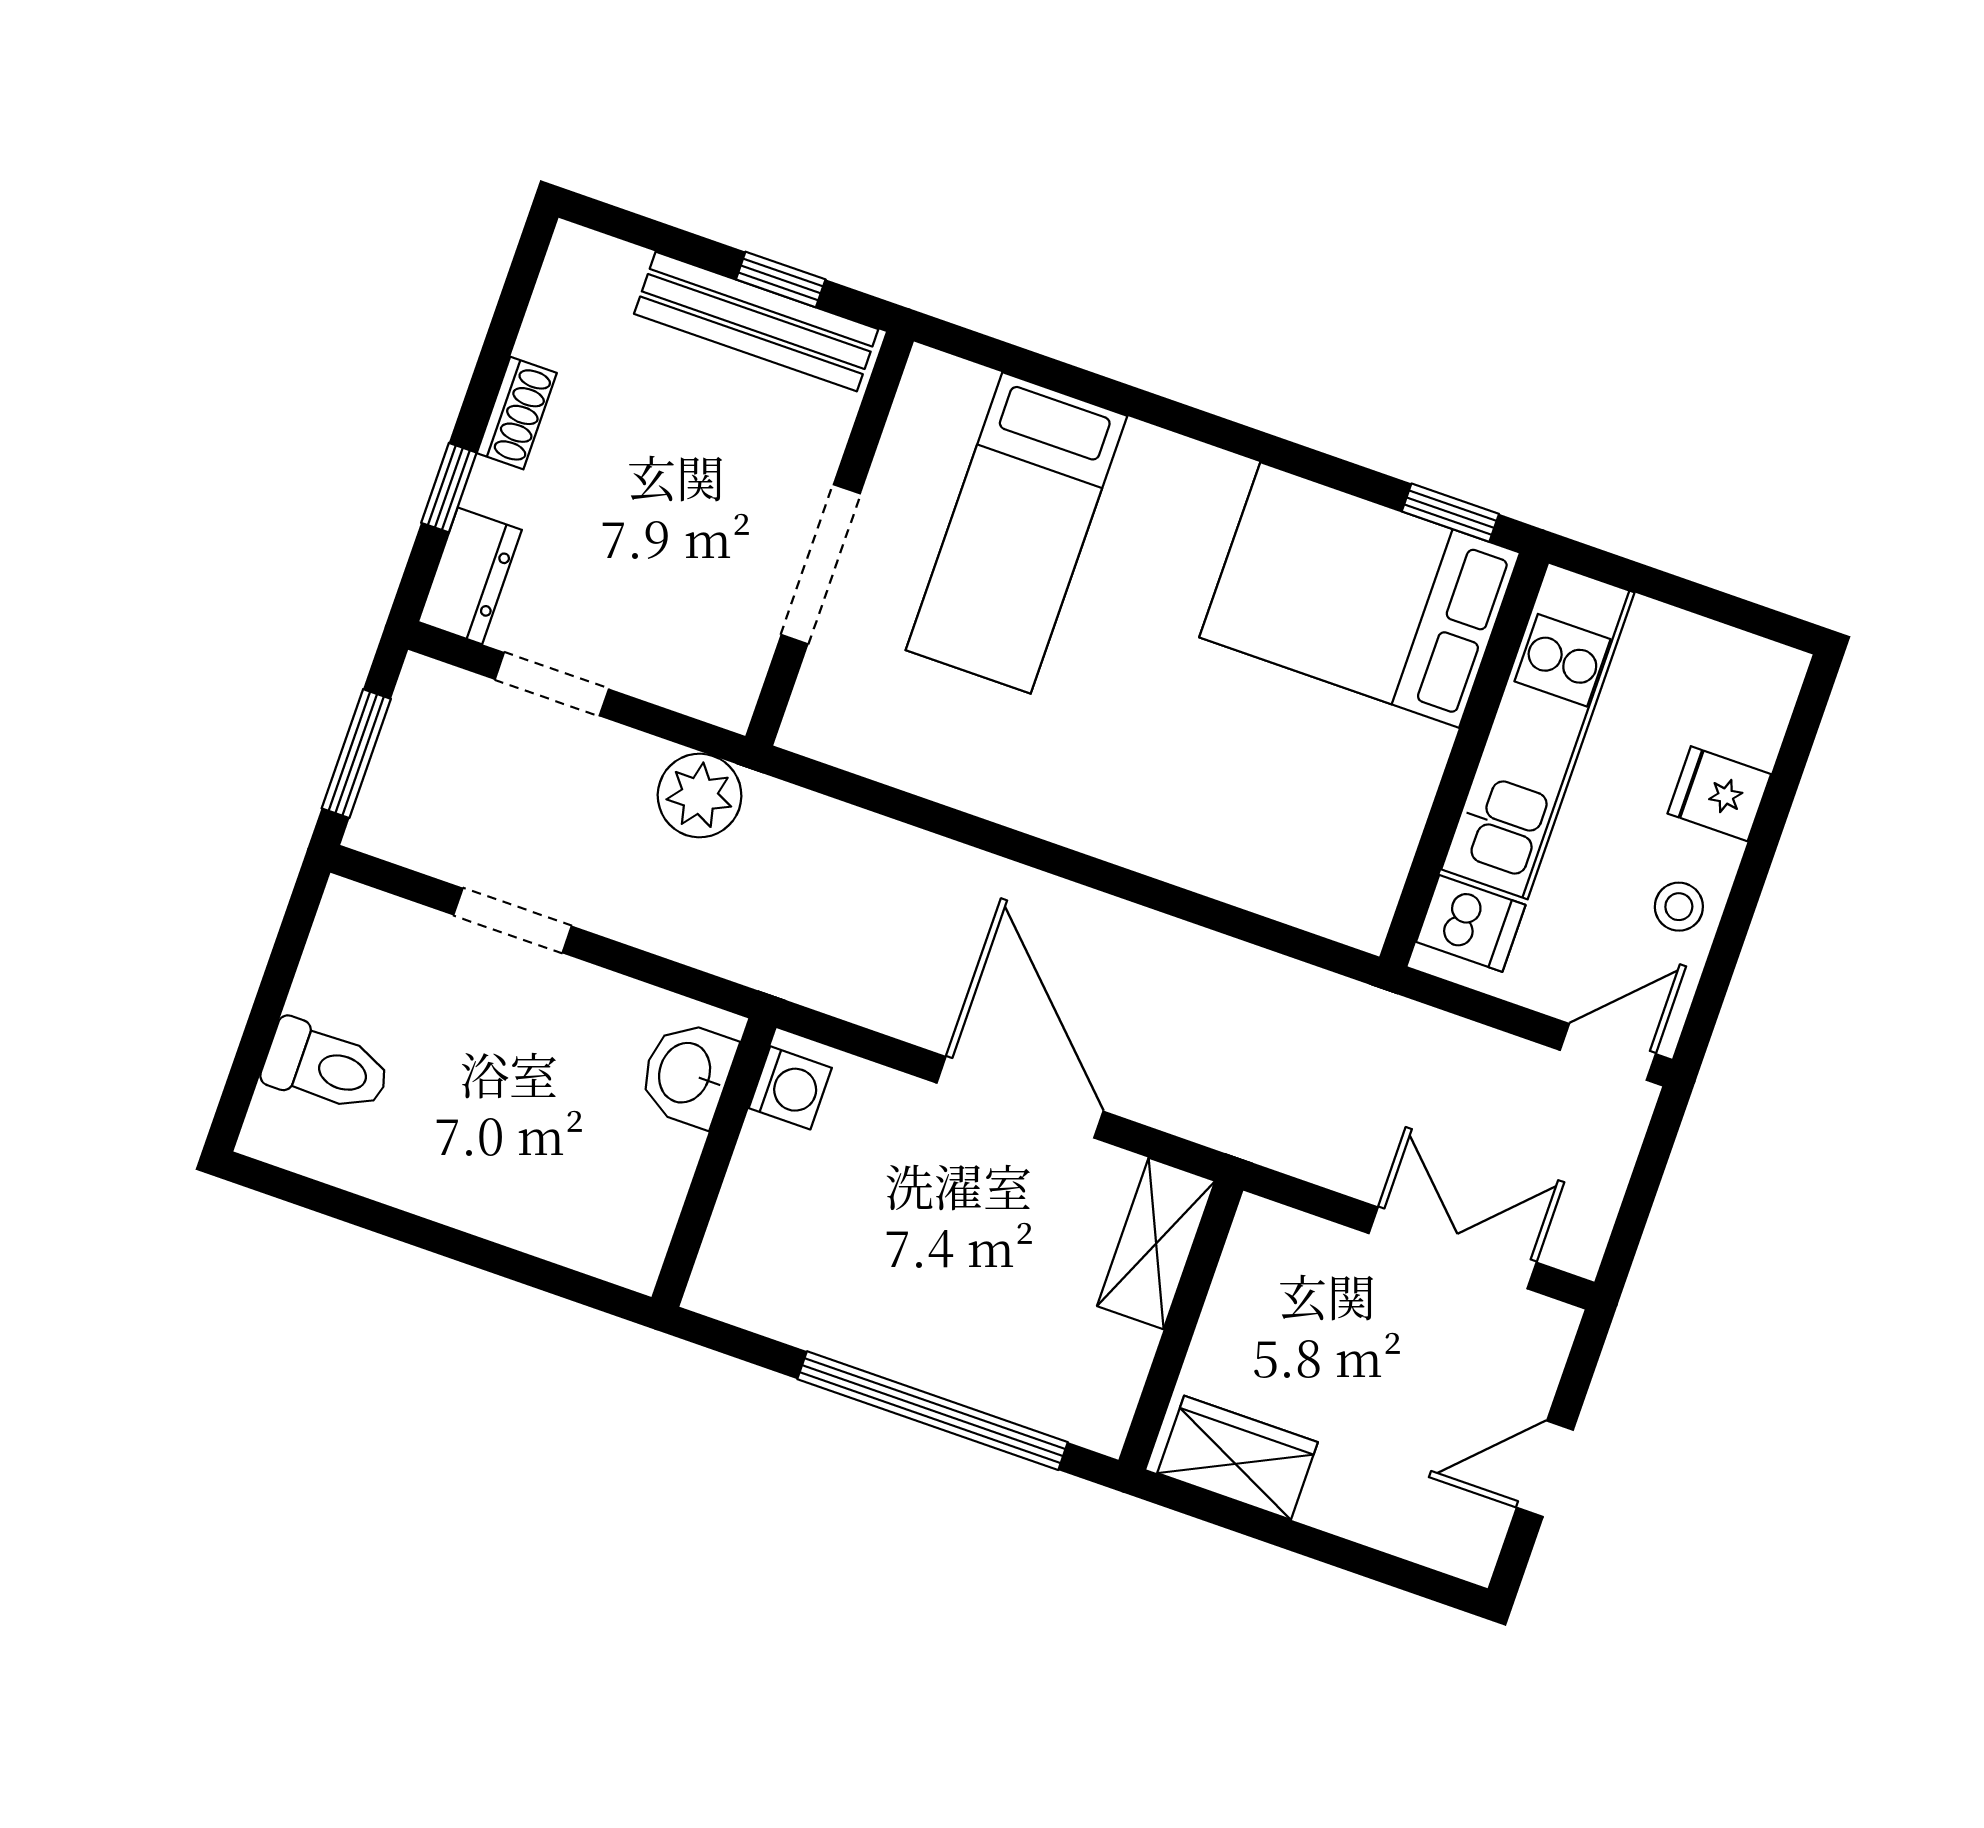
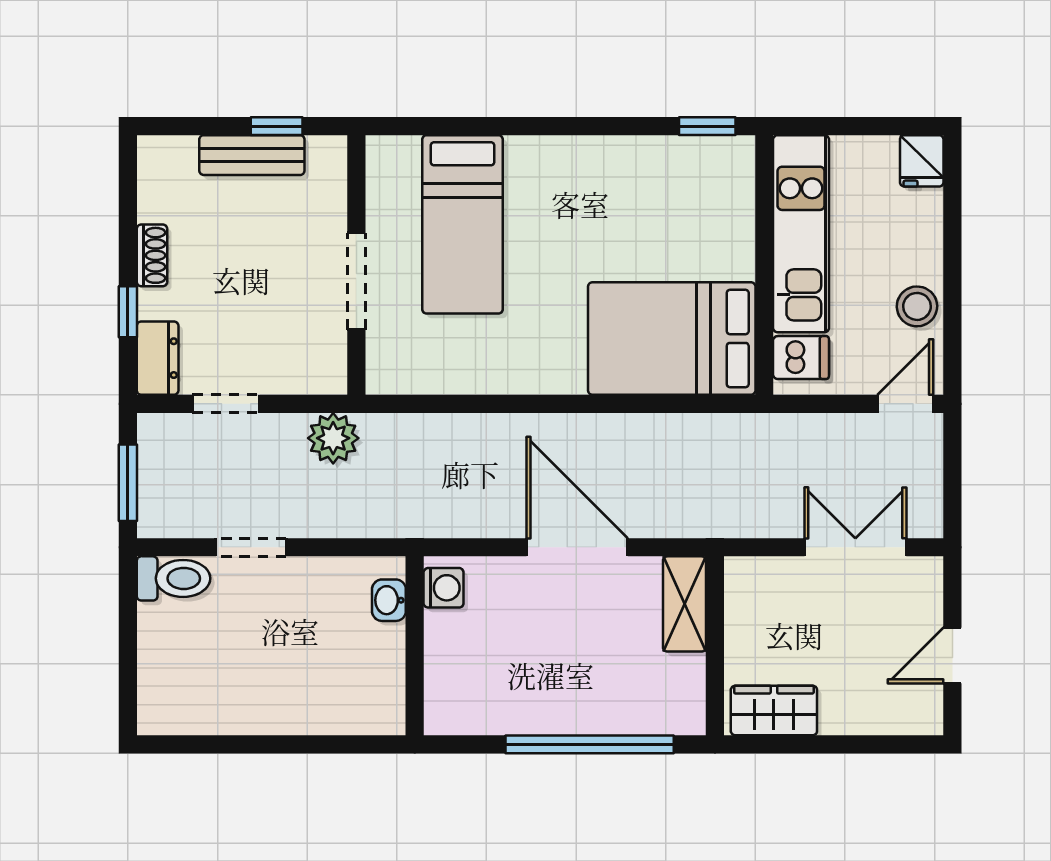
bench: (756, 322) -> (252, 155), width x0.73
bed: (1360, 595) -> (672, 339), moved
fridge: (1719, 794) -> (922, 161), moved, turned -90
stool: (1679, 907) -> (917, 306), width x1.37, depth x1.37
toilet: (327, 1067) -> (173, 578), moved
washbasin: (687, 1073) -> (389, 600), width x0.72, depth x0.69

